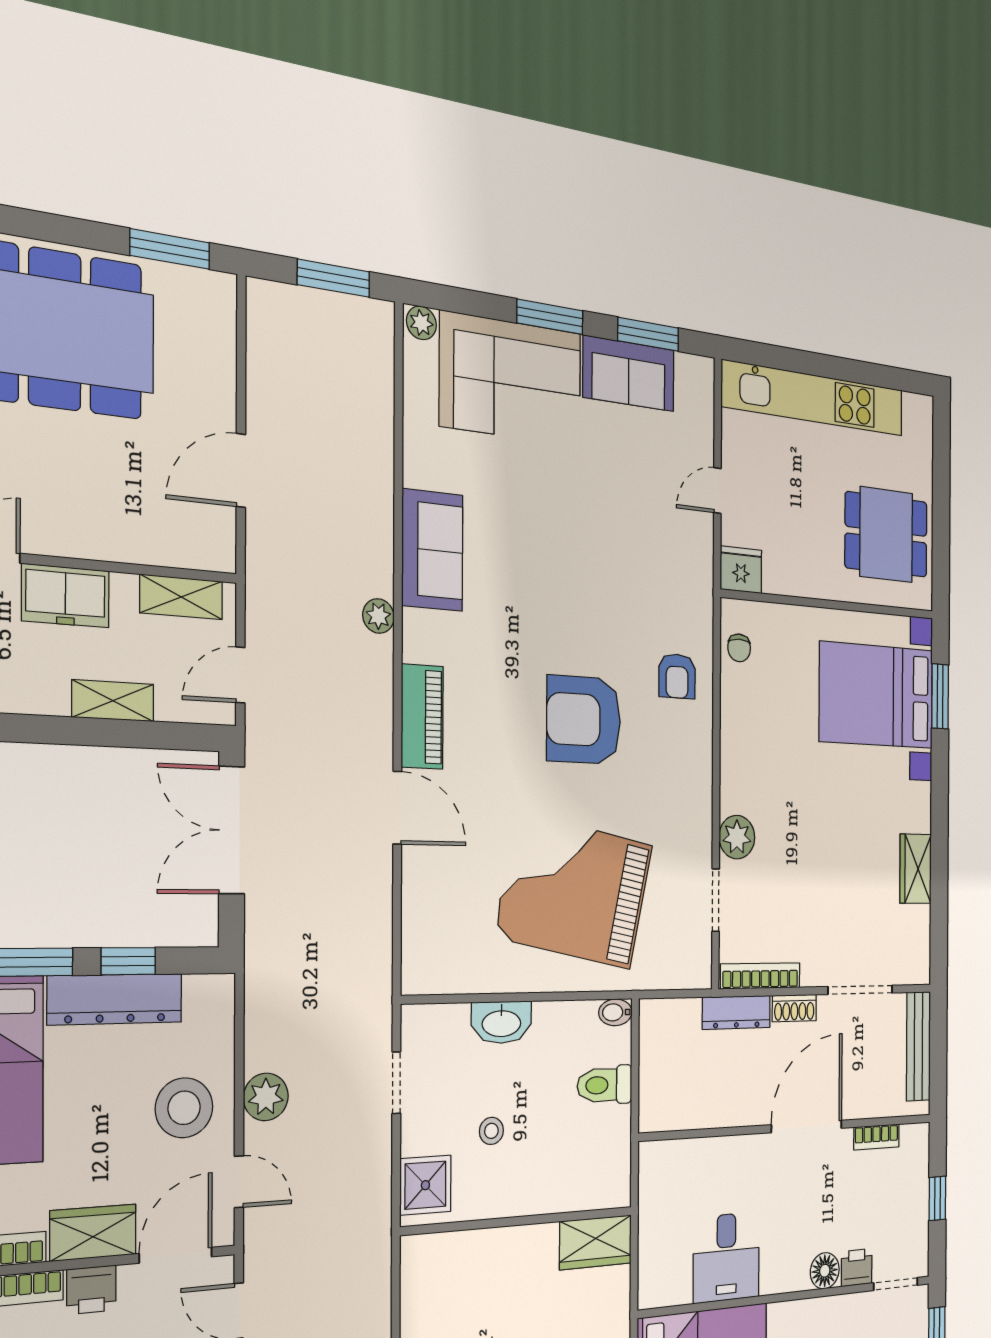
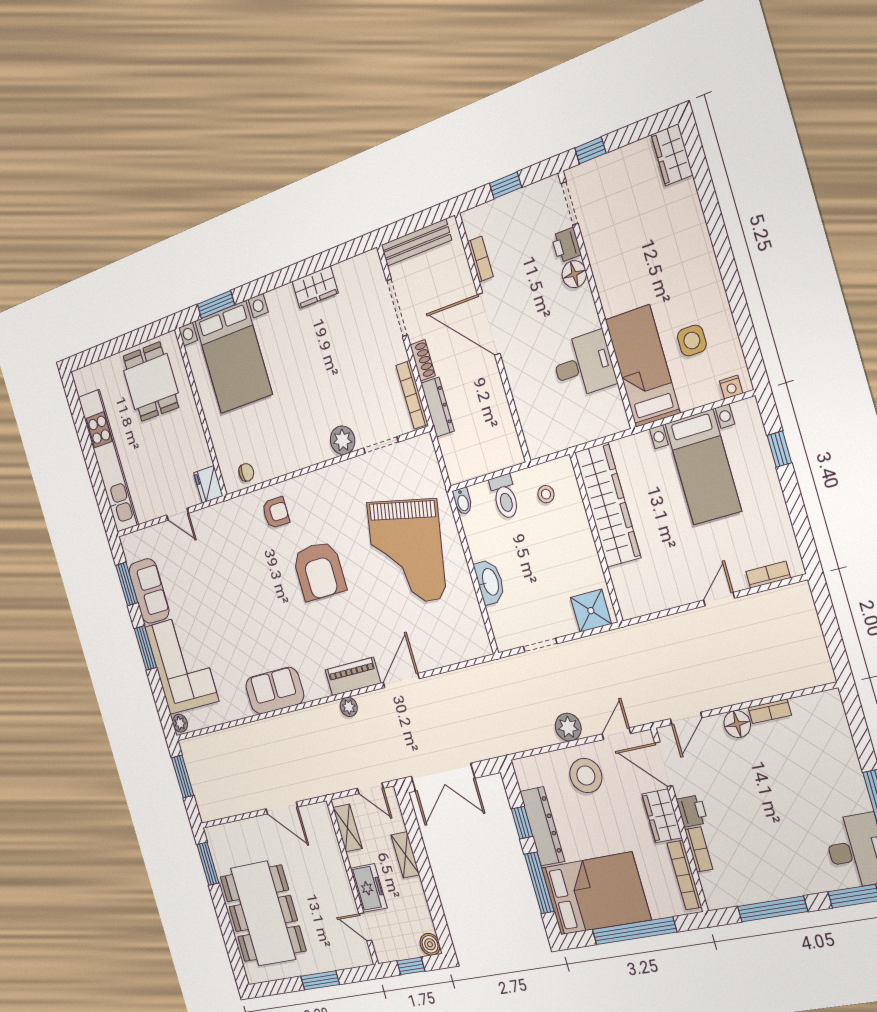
plant: (378, 616) -> (349, 707), moved
stool: (491, 1131) -> (546, 494), moved
wardrobe: (596, 1242) -> (608, 505), width x2.10, depth x1.17

